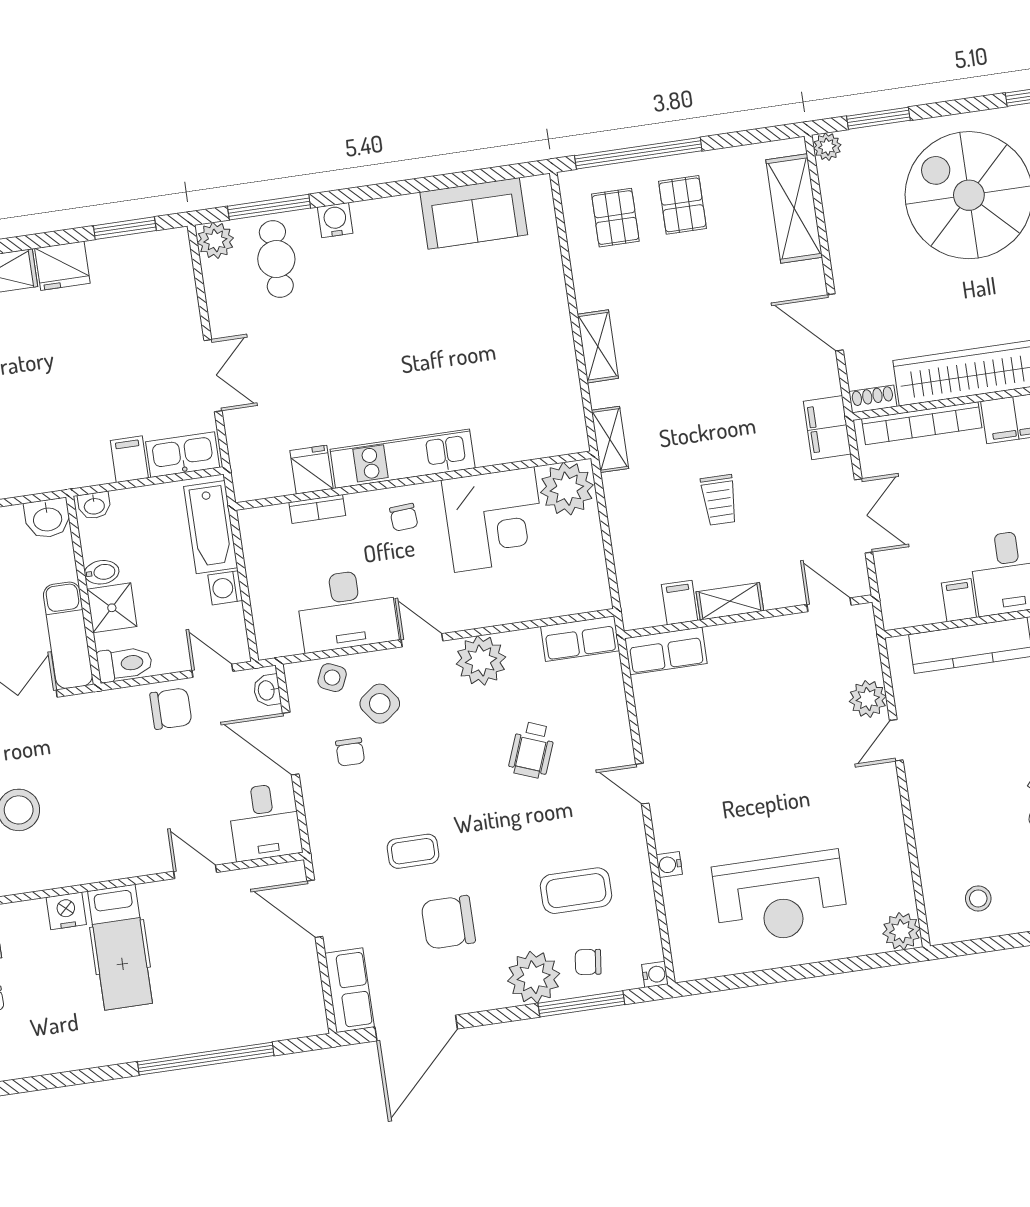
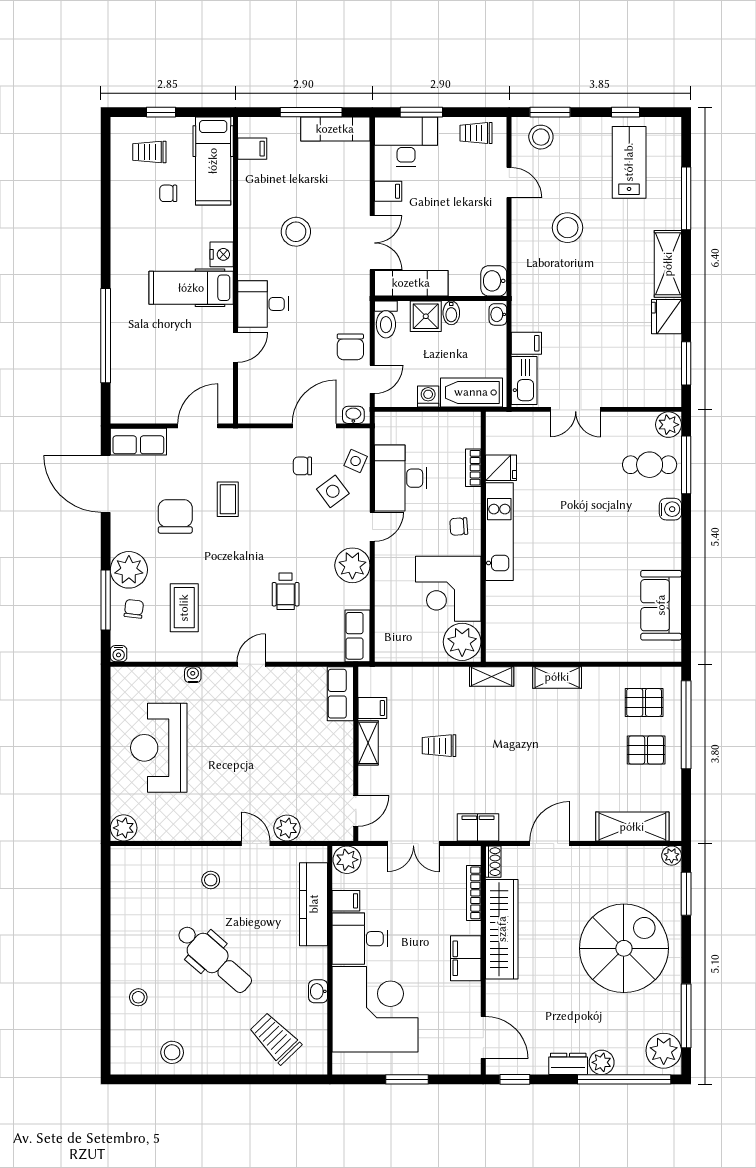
bookcase: (922, 423) -> (474, 893), width x0.68, depth x0.76
plant: (900, 607) -> (347, 860), added
wheelchair: (532, 750) -> (286, 591), turned -111
desk: (265, 822) -> (263, 304), moved
stool: (978, 898) -> (211, 880), moved

